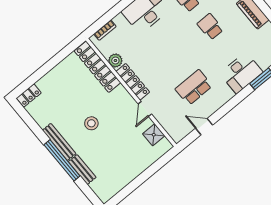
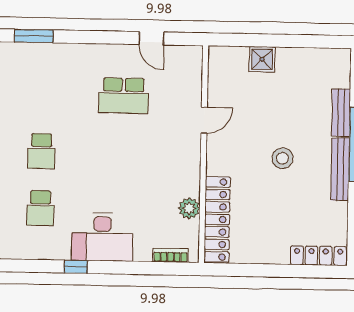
desk: (241, 73) -> (52, 64), removed
locker: (133, 82) -> (191, 165), removed
locker: (29, 95) -> (319, 256), width x1.53
shower: (154, 135) -> (262, 59), moved

